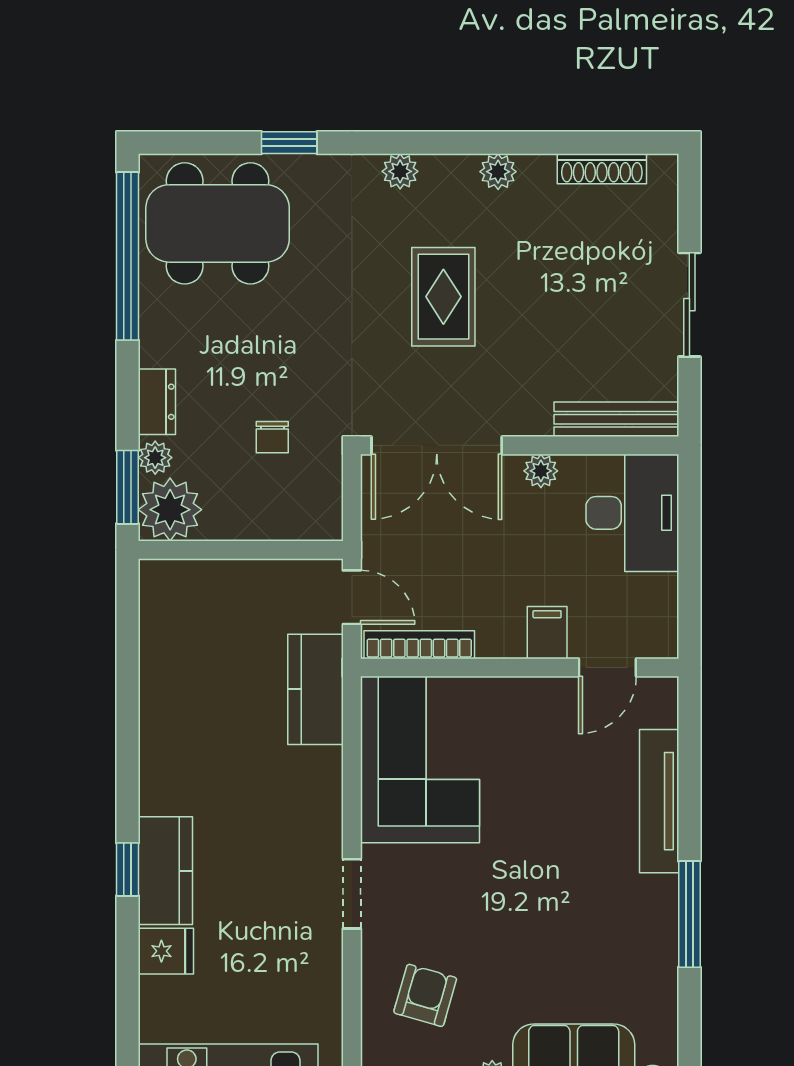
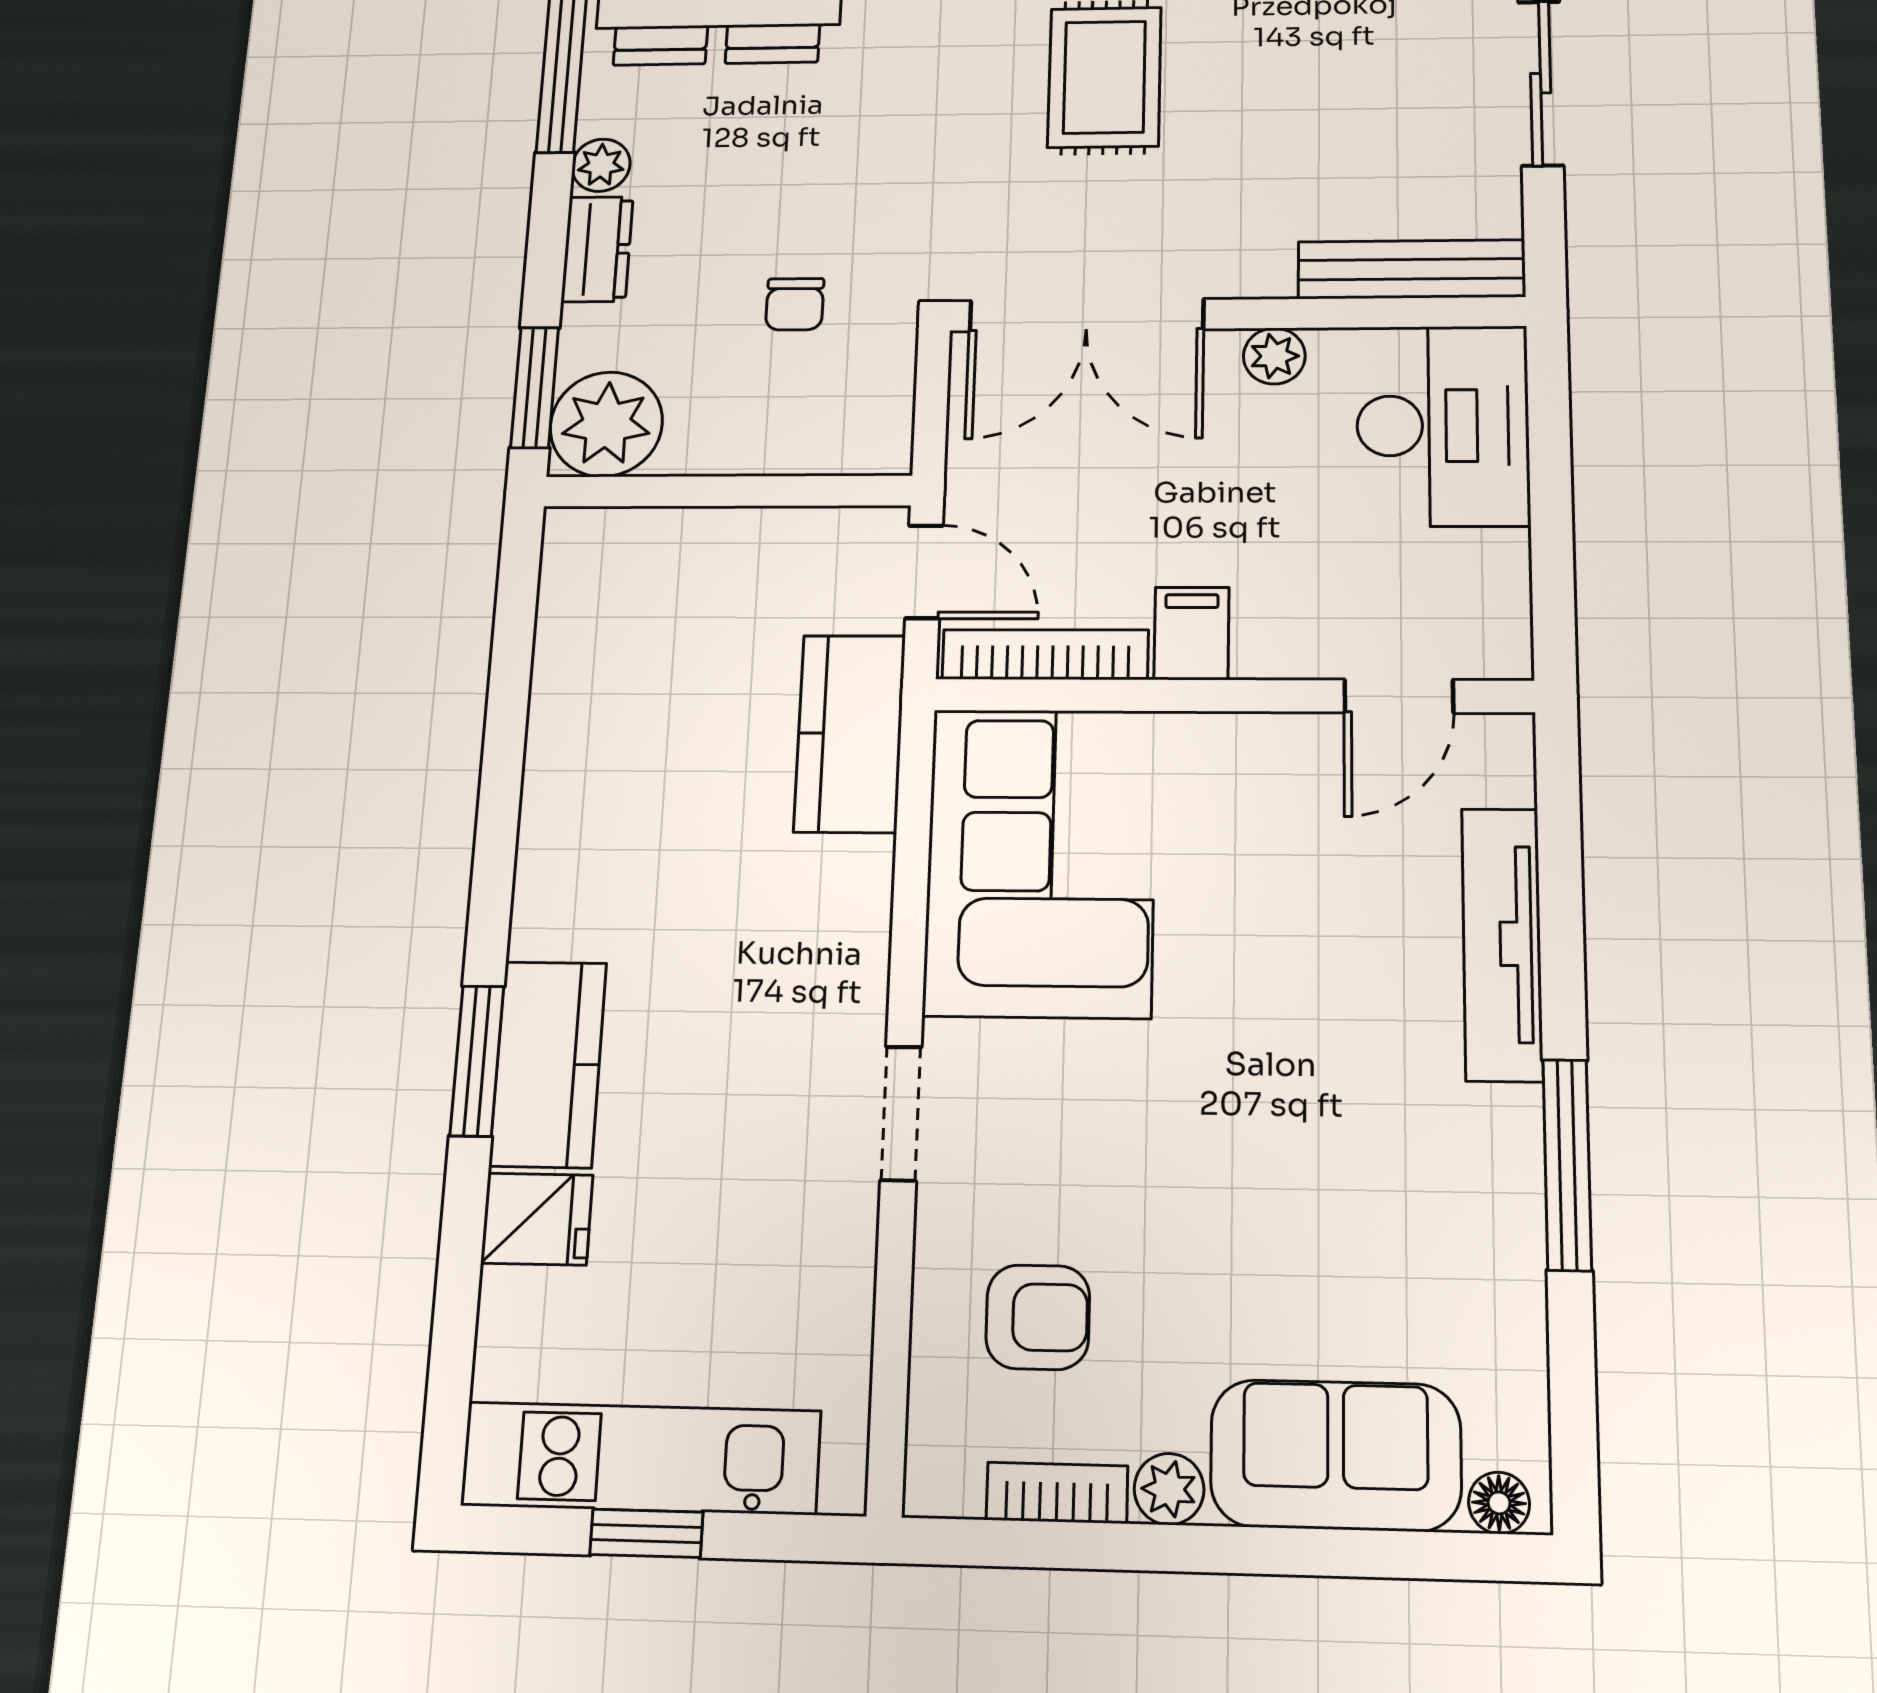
plant: (155, 458) -> (601, 165), moved
filing cabinet: (547, 633) -> (1192, 633), moved
window: (128, 869) -> (477, 1061), width x1.50
armchair: (425, 995) -> (1038, 1317), turned 74

